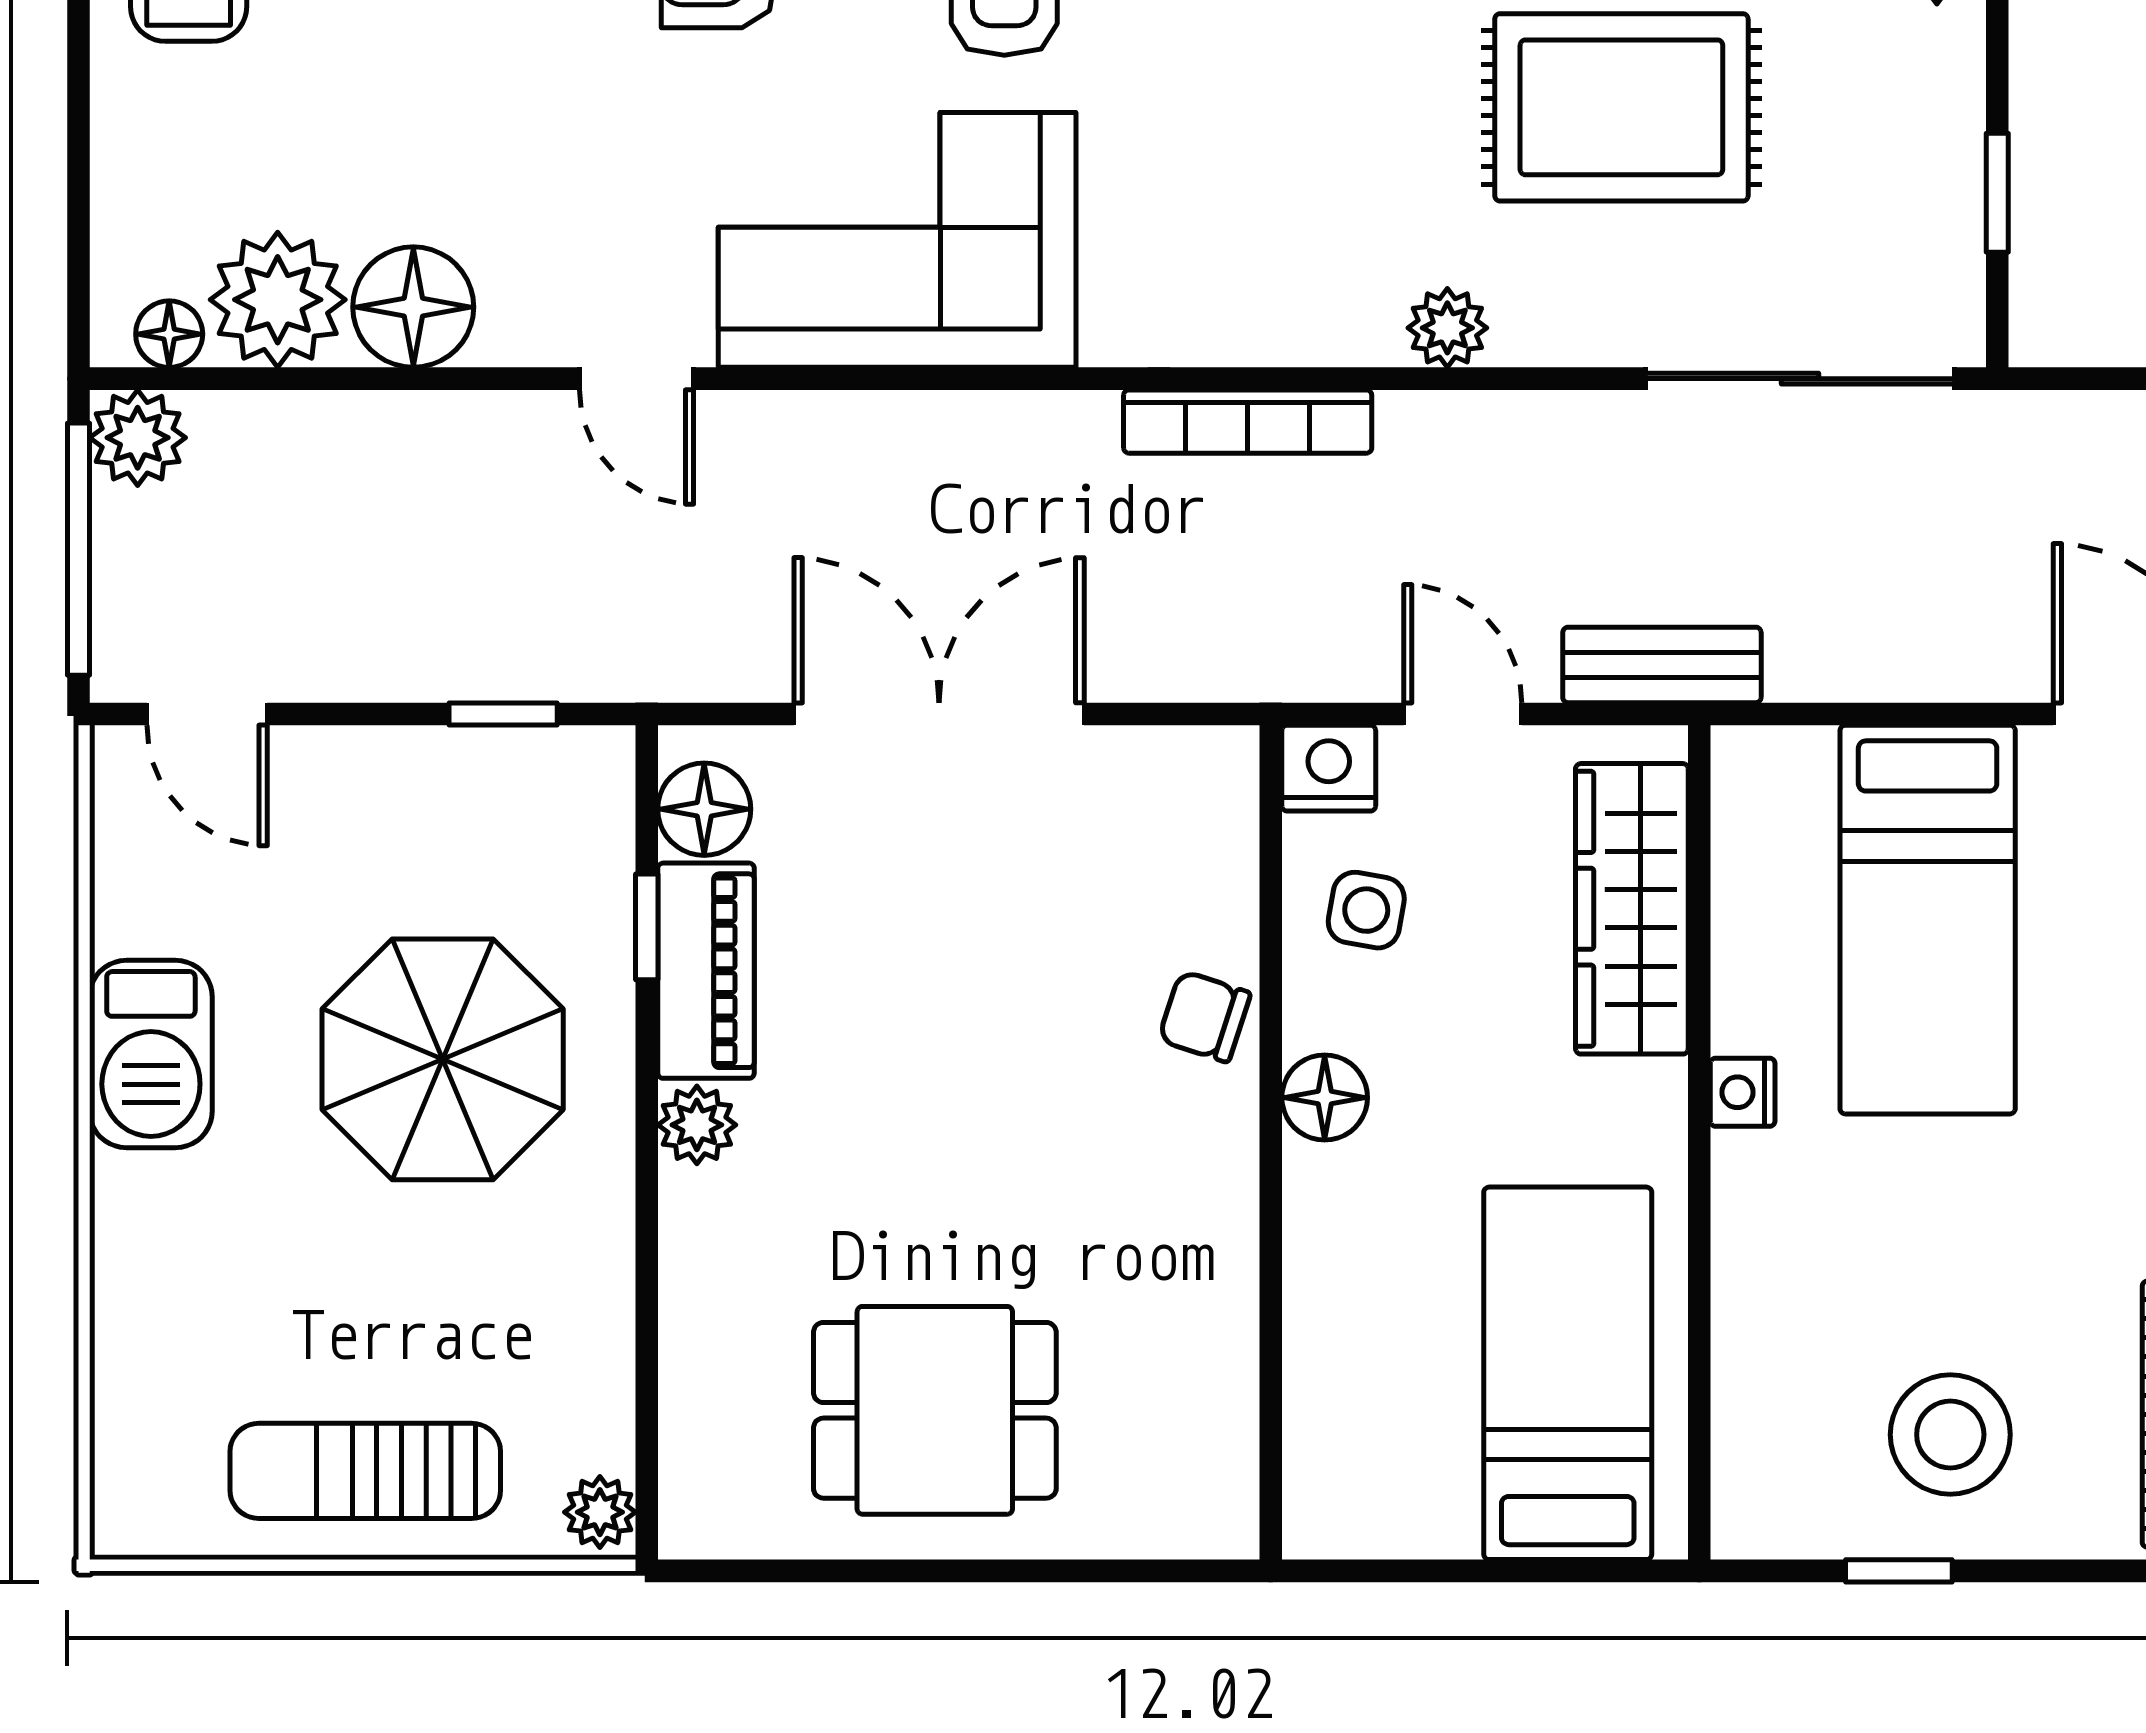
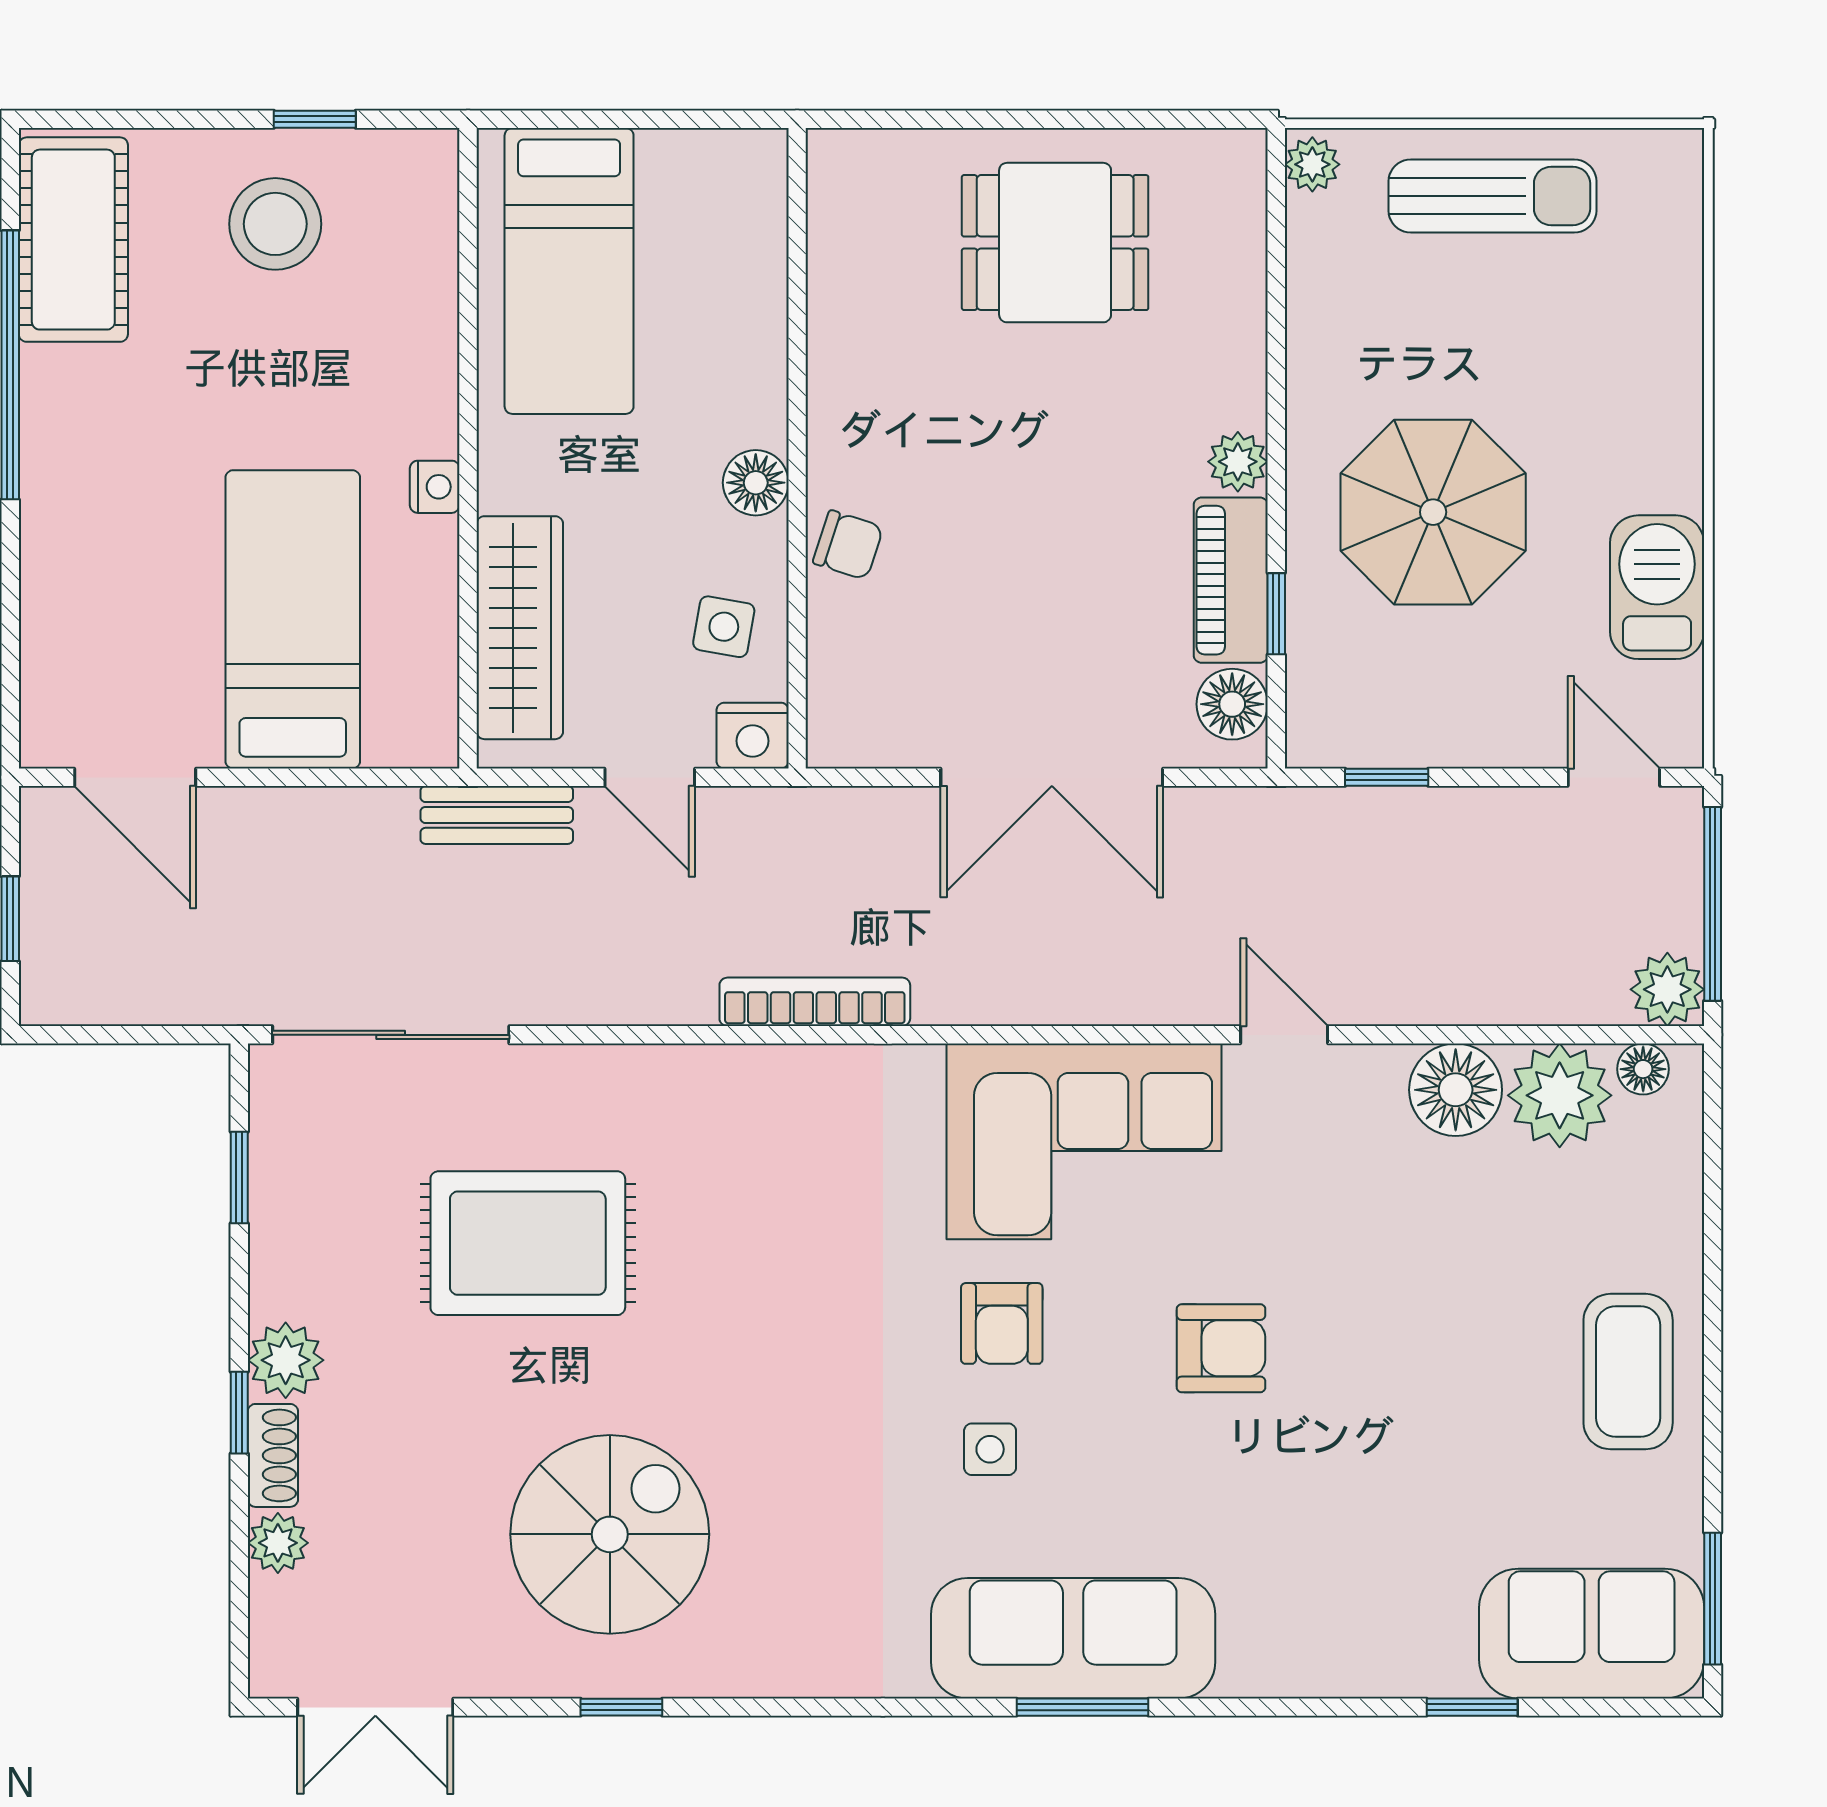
plant: (1447, 328) -> (661, 1074), removed
barbecue: (151, 1054) -> (1657, 587), moved

